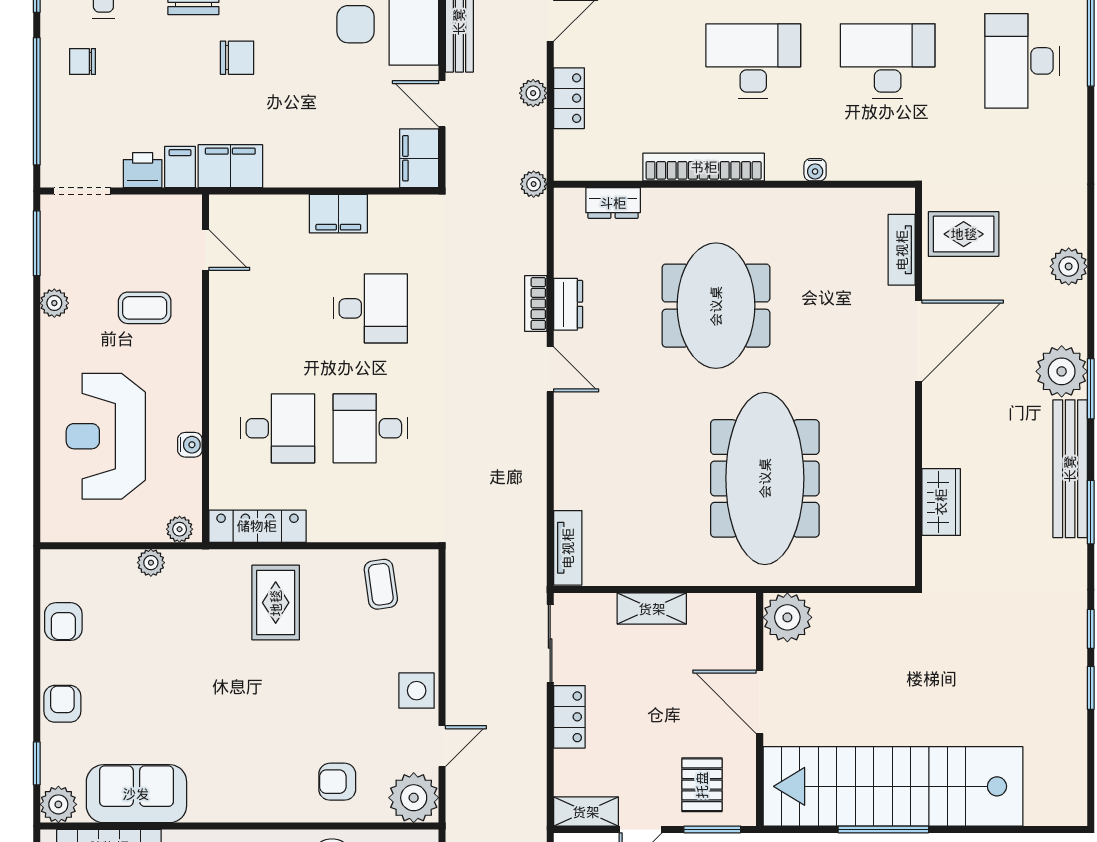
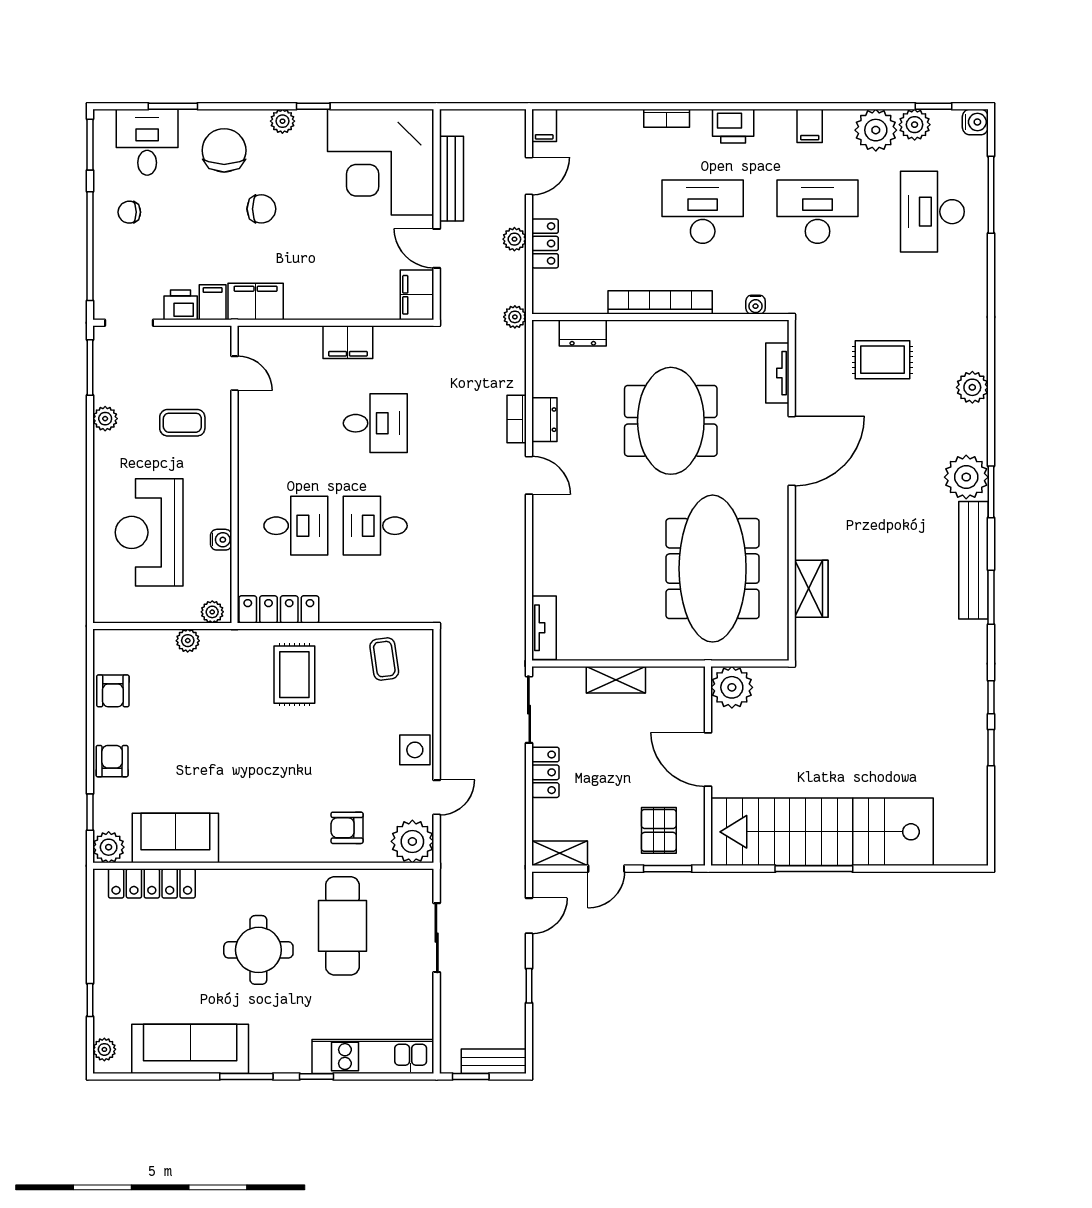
tv unit: (902, 250) -> (777, 373), moved
door: (918, 341) -> (792, 451), moved
wall: (918, 387) -> (792, 490), moved
wardrobe: (941, 502) -> (811, 589), moved

